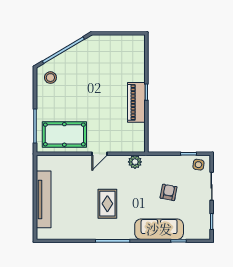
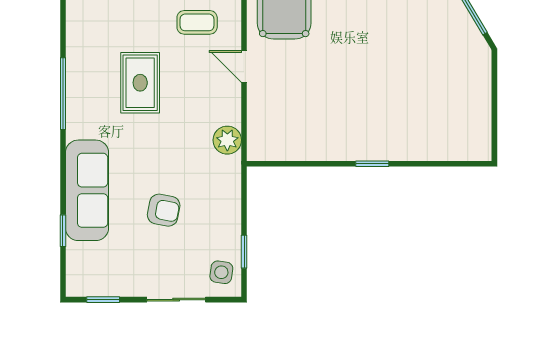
piano: (136, 102) -> (351, 143), removed
coffee table: (78, 176) -> (197, 22), added
rug: (107, 204) -> (140, 83), turned 90

